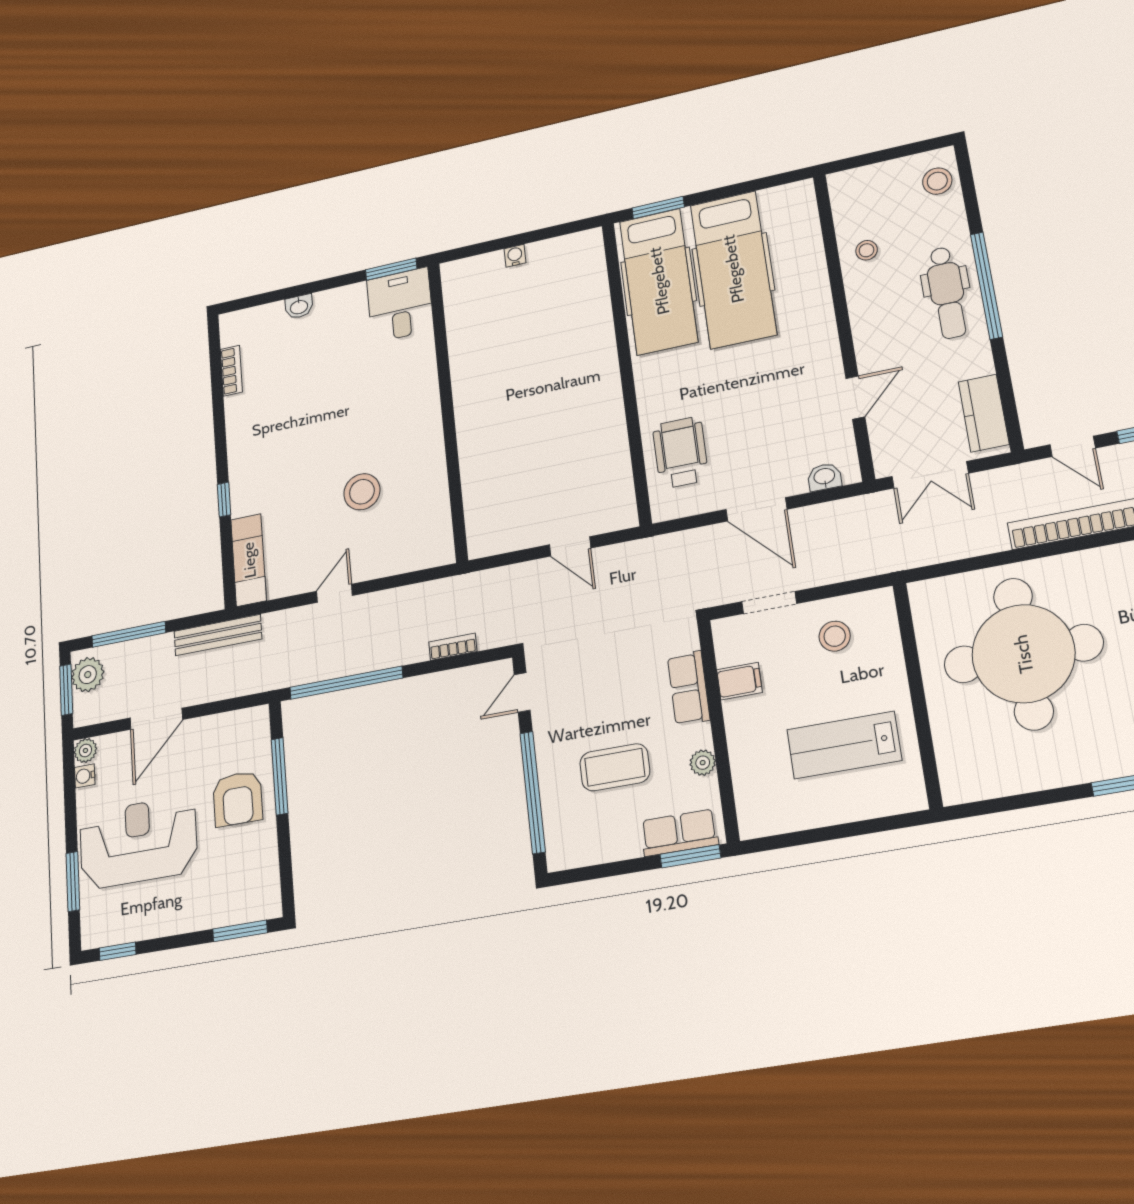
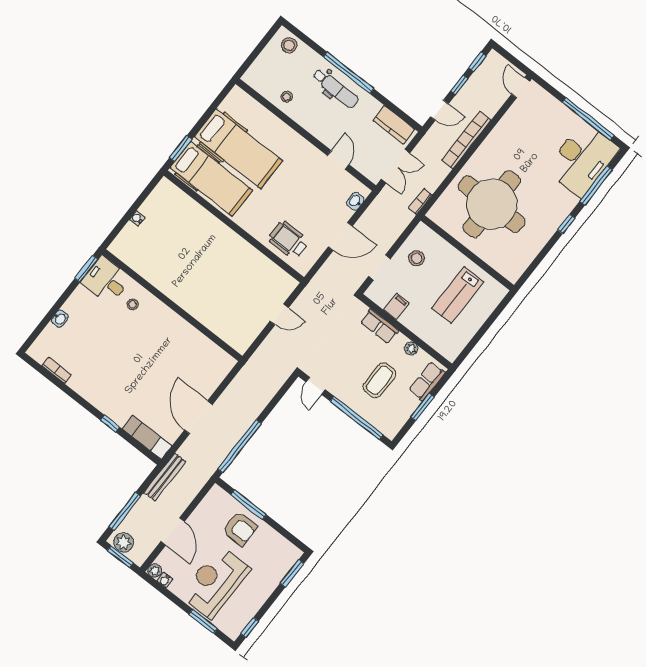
stool: (362, 492) -> (133, 304), moved, width x0.53, depth x0.53
door: (334, 593) -> (199, 417), width x1.87
bookcase: (453, 647) -> (421, 202), moved
window: (690, 856) -> (423, 407), moved

